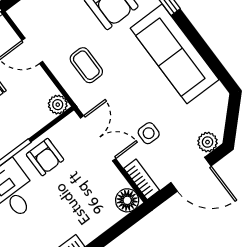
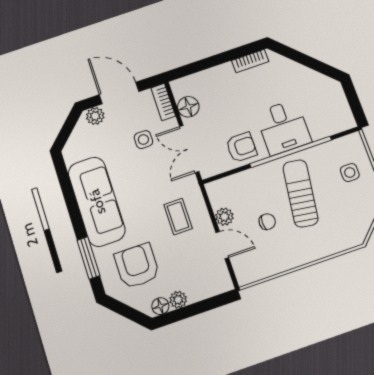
plant: (58, 105) -> (224, 217), moved
armchair: (45, 157) -> (241, 147), turned 90
floor lamp: (127, 200) -> (188, 107), moved

